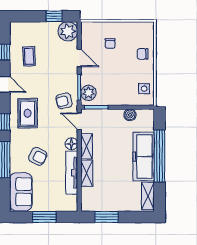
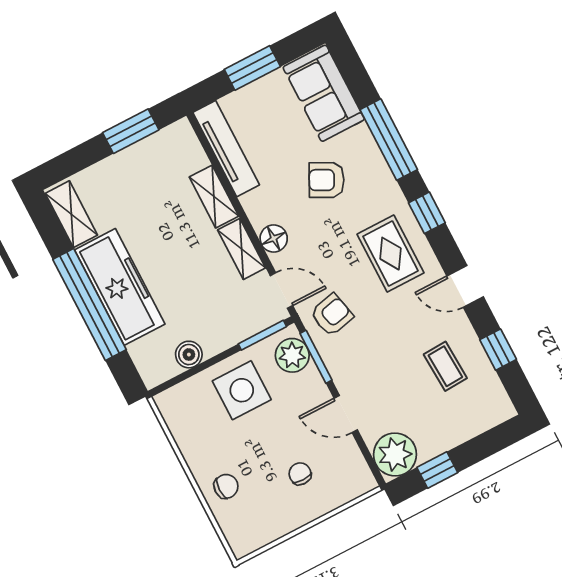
side table: (144, 89) -> (242, 390), moved, width x1.87, depth x1.87
tv unit: (72, 173) -> (226, 149), moved

